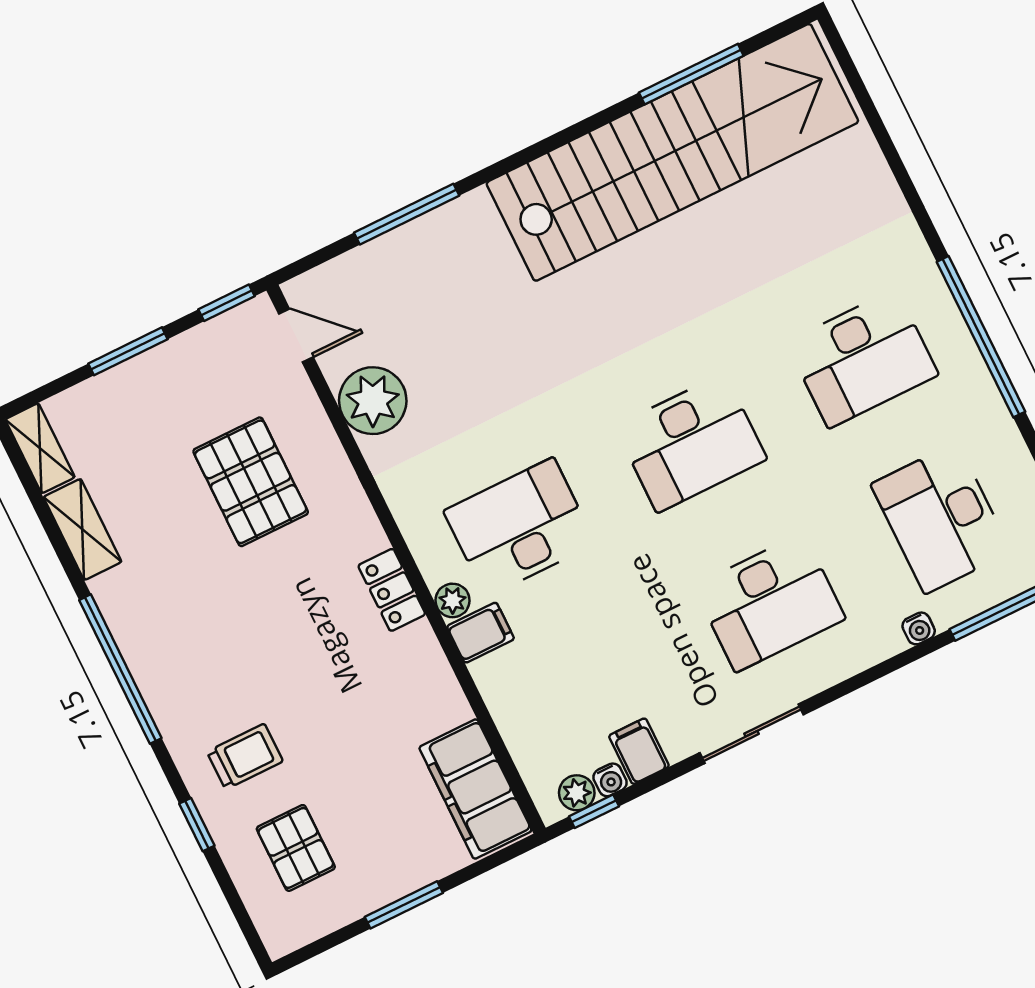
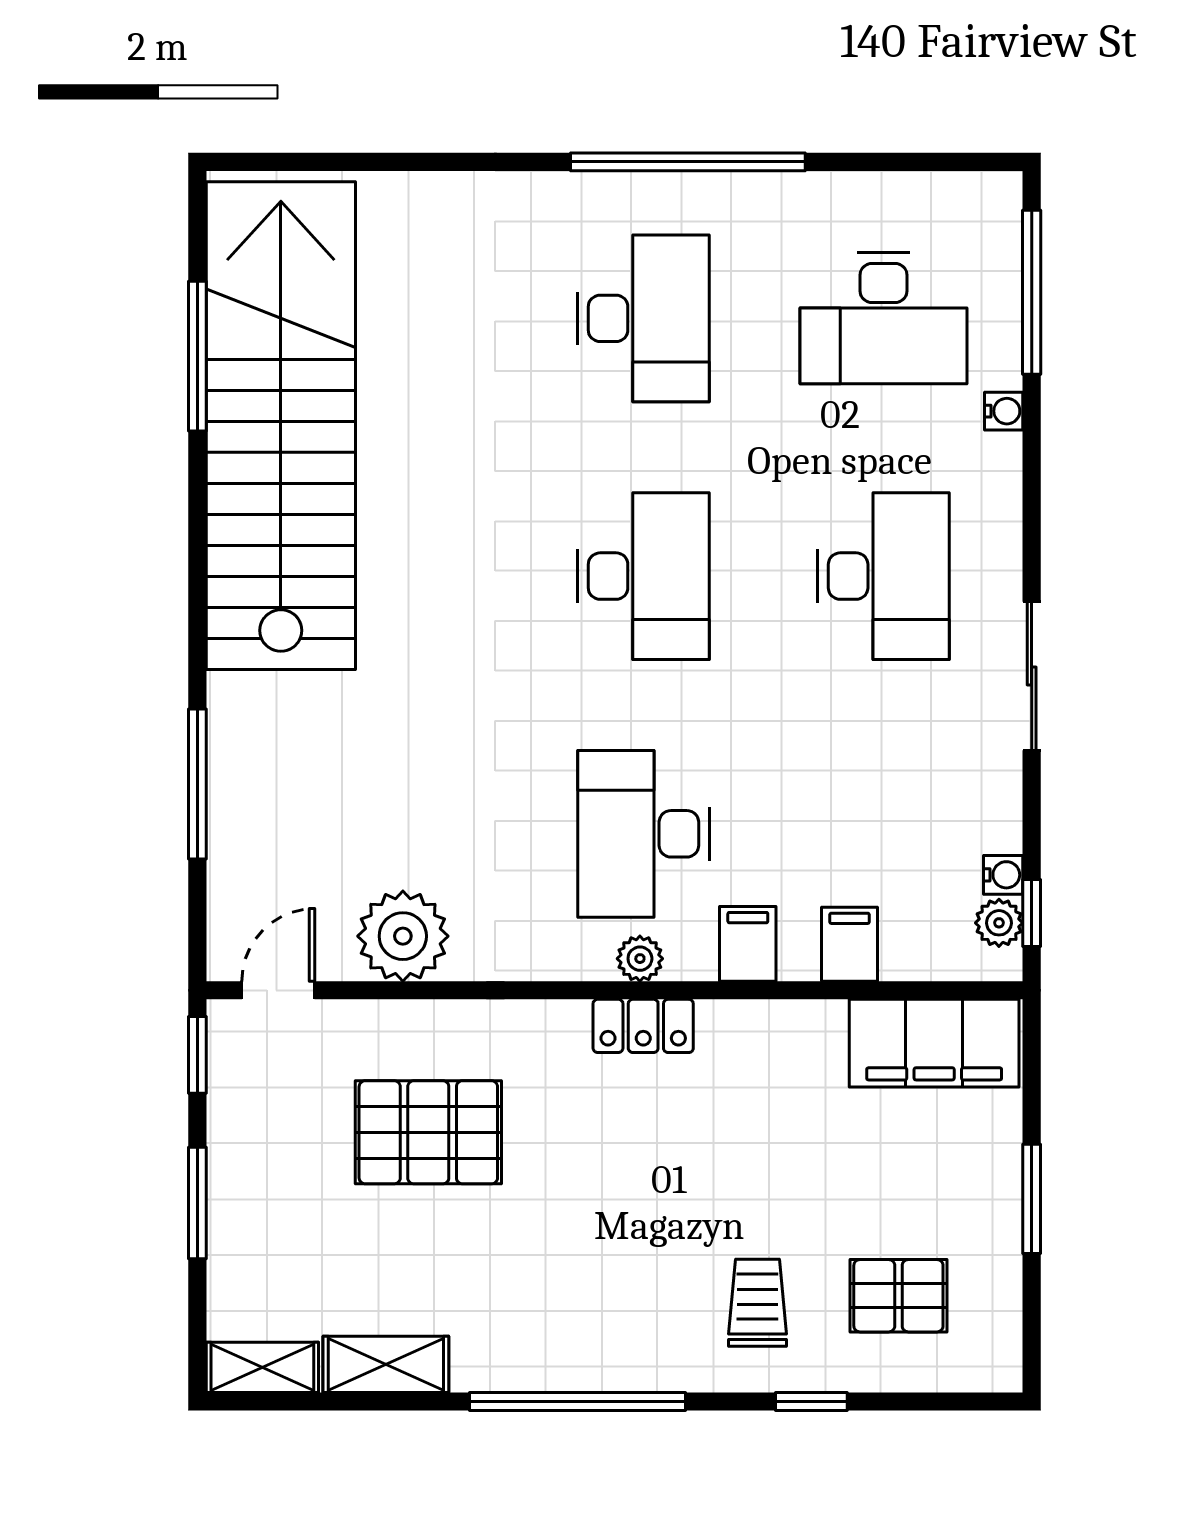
plant: (452, 600) -> (640, 959), moved
filing cabinet: (639, 751) -> (850, 944), moved, turned 90

